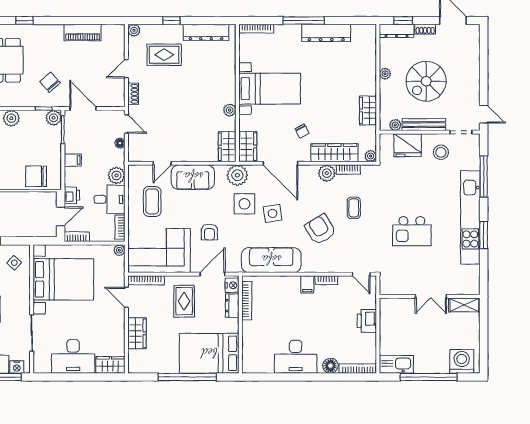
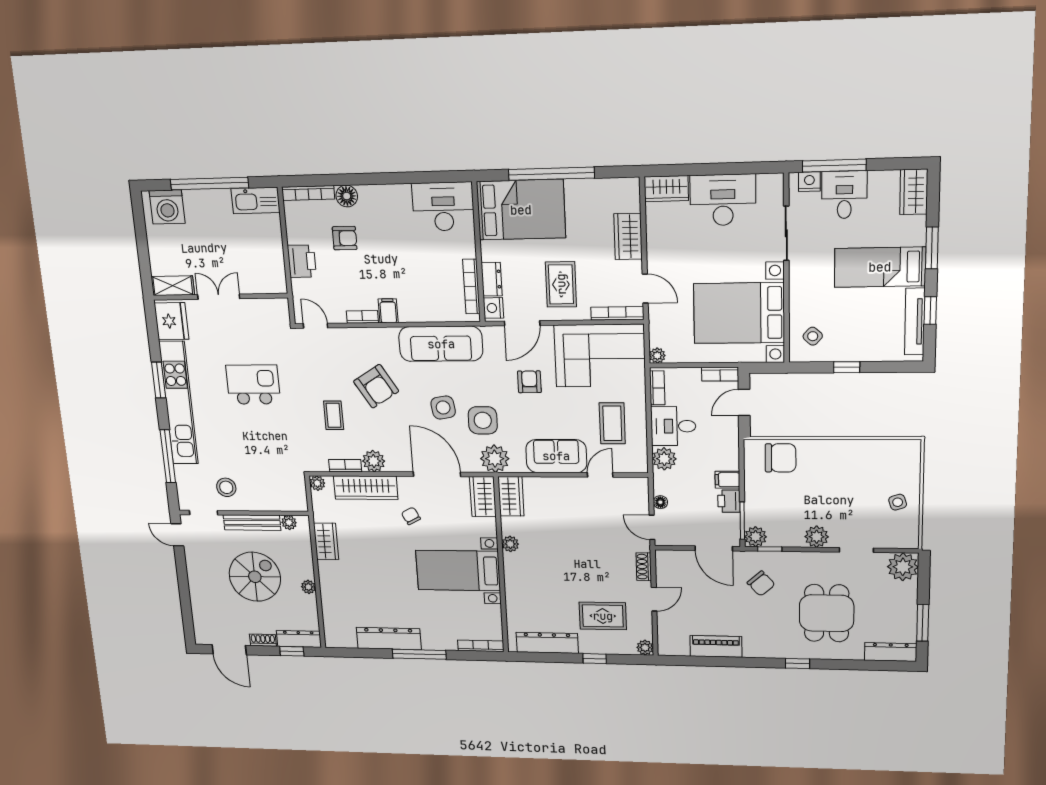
fridge: (408, 145) -> (171, 321), moved, turned 90
printer: (72, 195) -> (729, 501), moved
armchair: (334, 336) -> (345, 238), added
desk: (296, 357) -> (443, 207), moved

